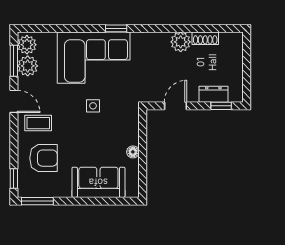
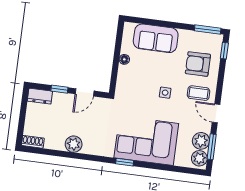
shoe rack: (205, 38) -> (33, 142), moved
dresser: (213, 94) -> (40, 96), moved
side table: (93, 106) -> (165, 93), moved
window: (221, 106) -> (59, 89), moved

